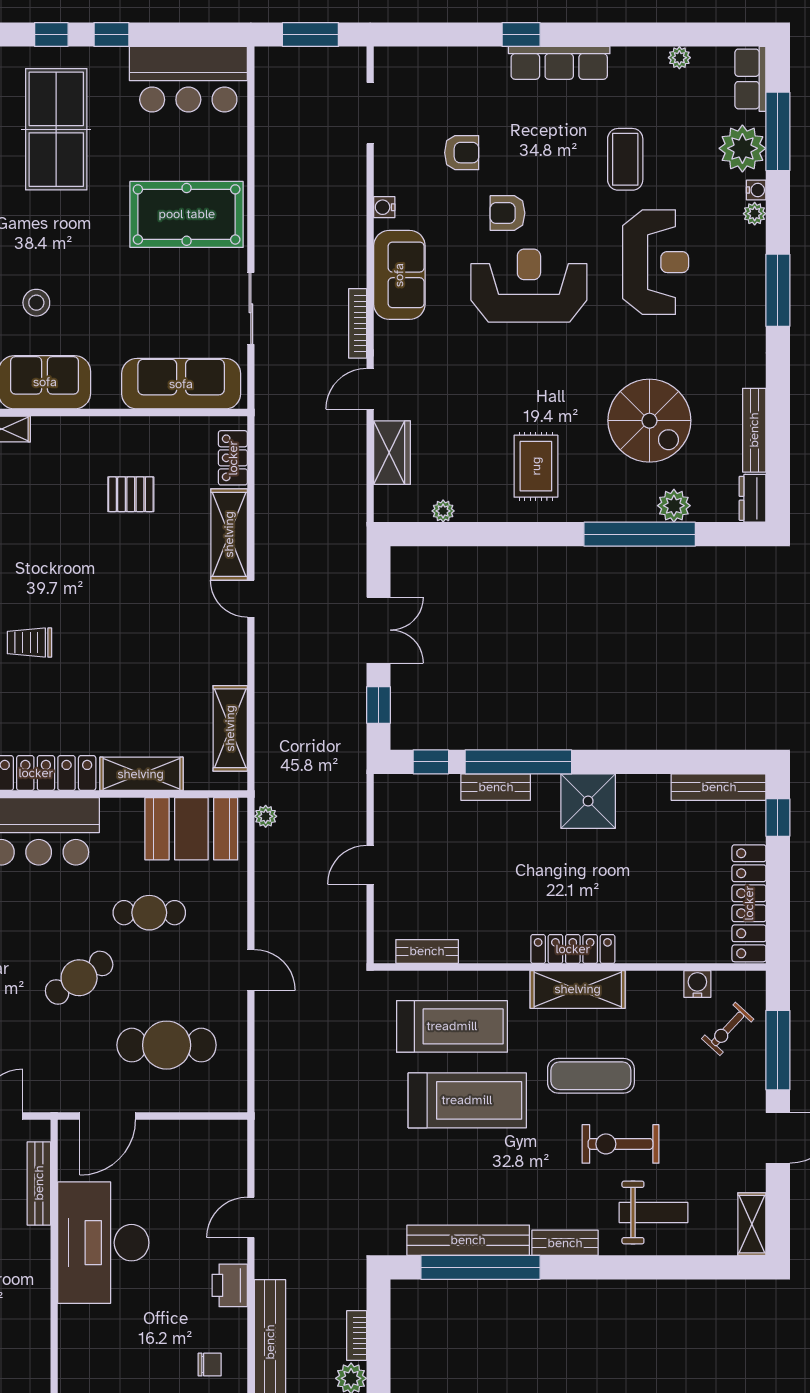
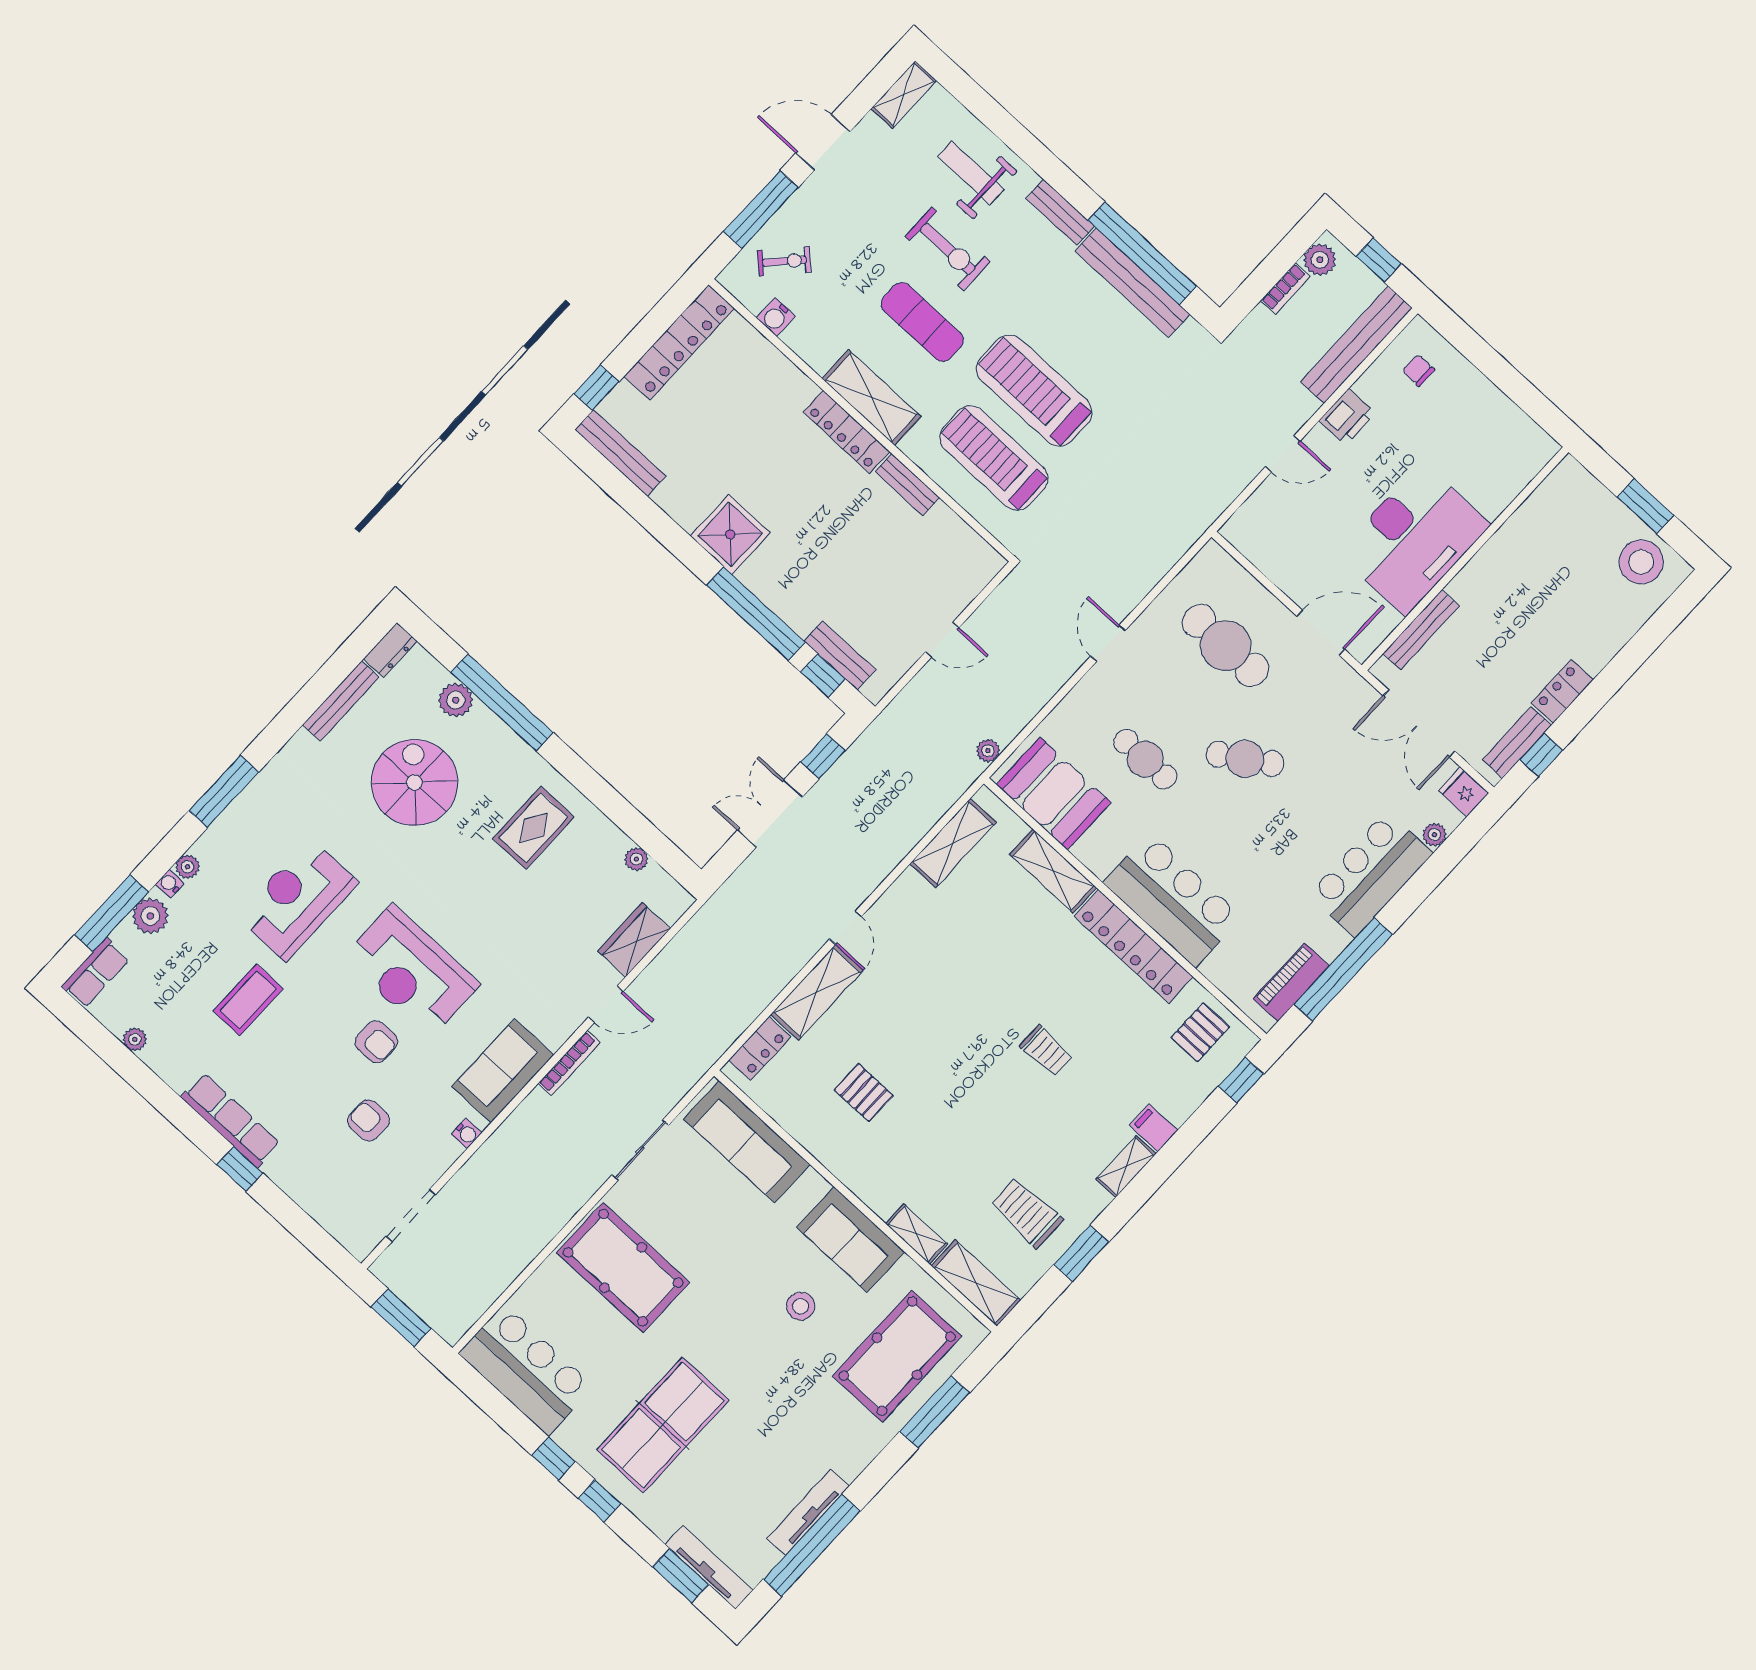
plant: (742, 148) -> (150, 916), width x0.73, depth x0.73
bench: (496, 787) -> (840, 655), moved
bench: (427, 951) -> (907, 484), moved

